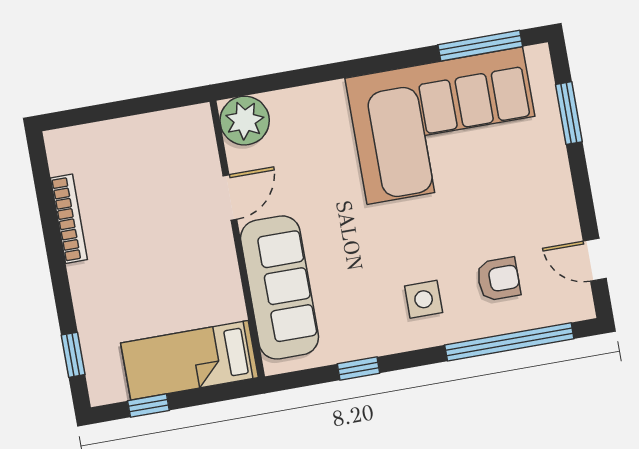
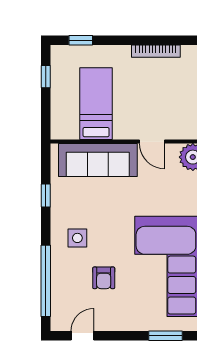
armchair: (498, 279) -> (104, 278), moved
bed: (190, 360) -> (96, 104), moved

